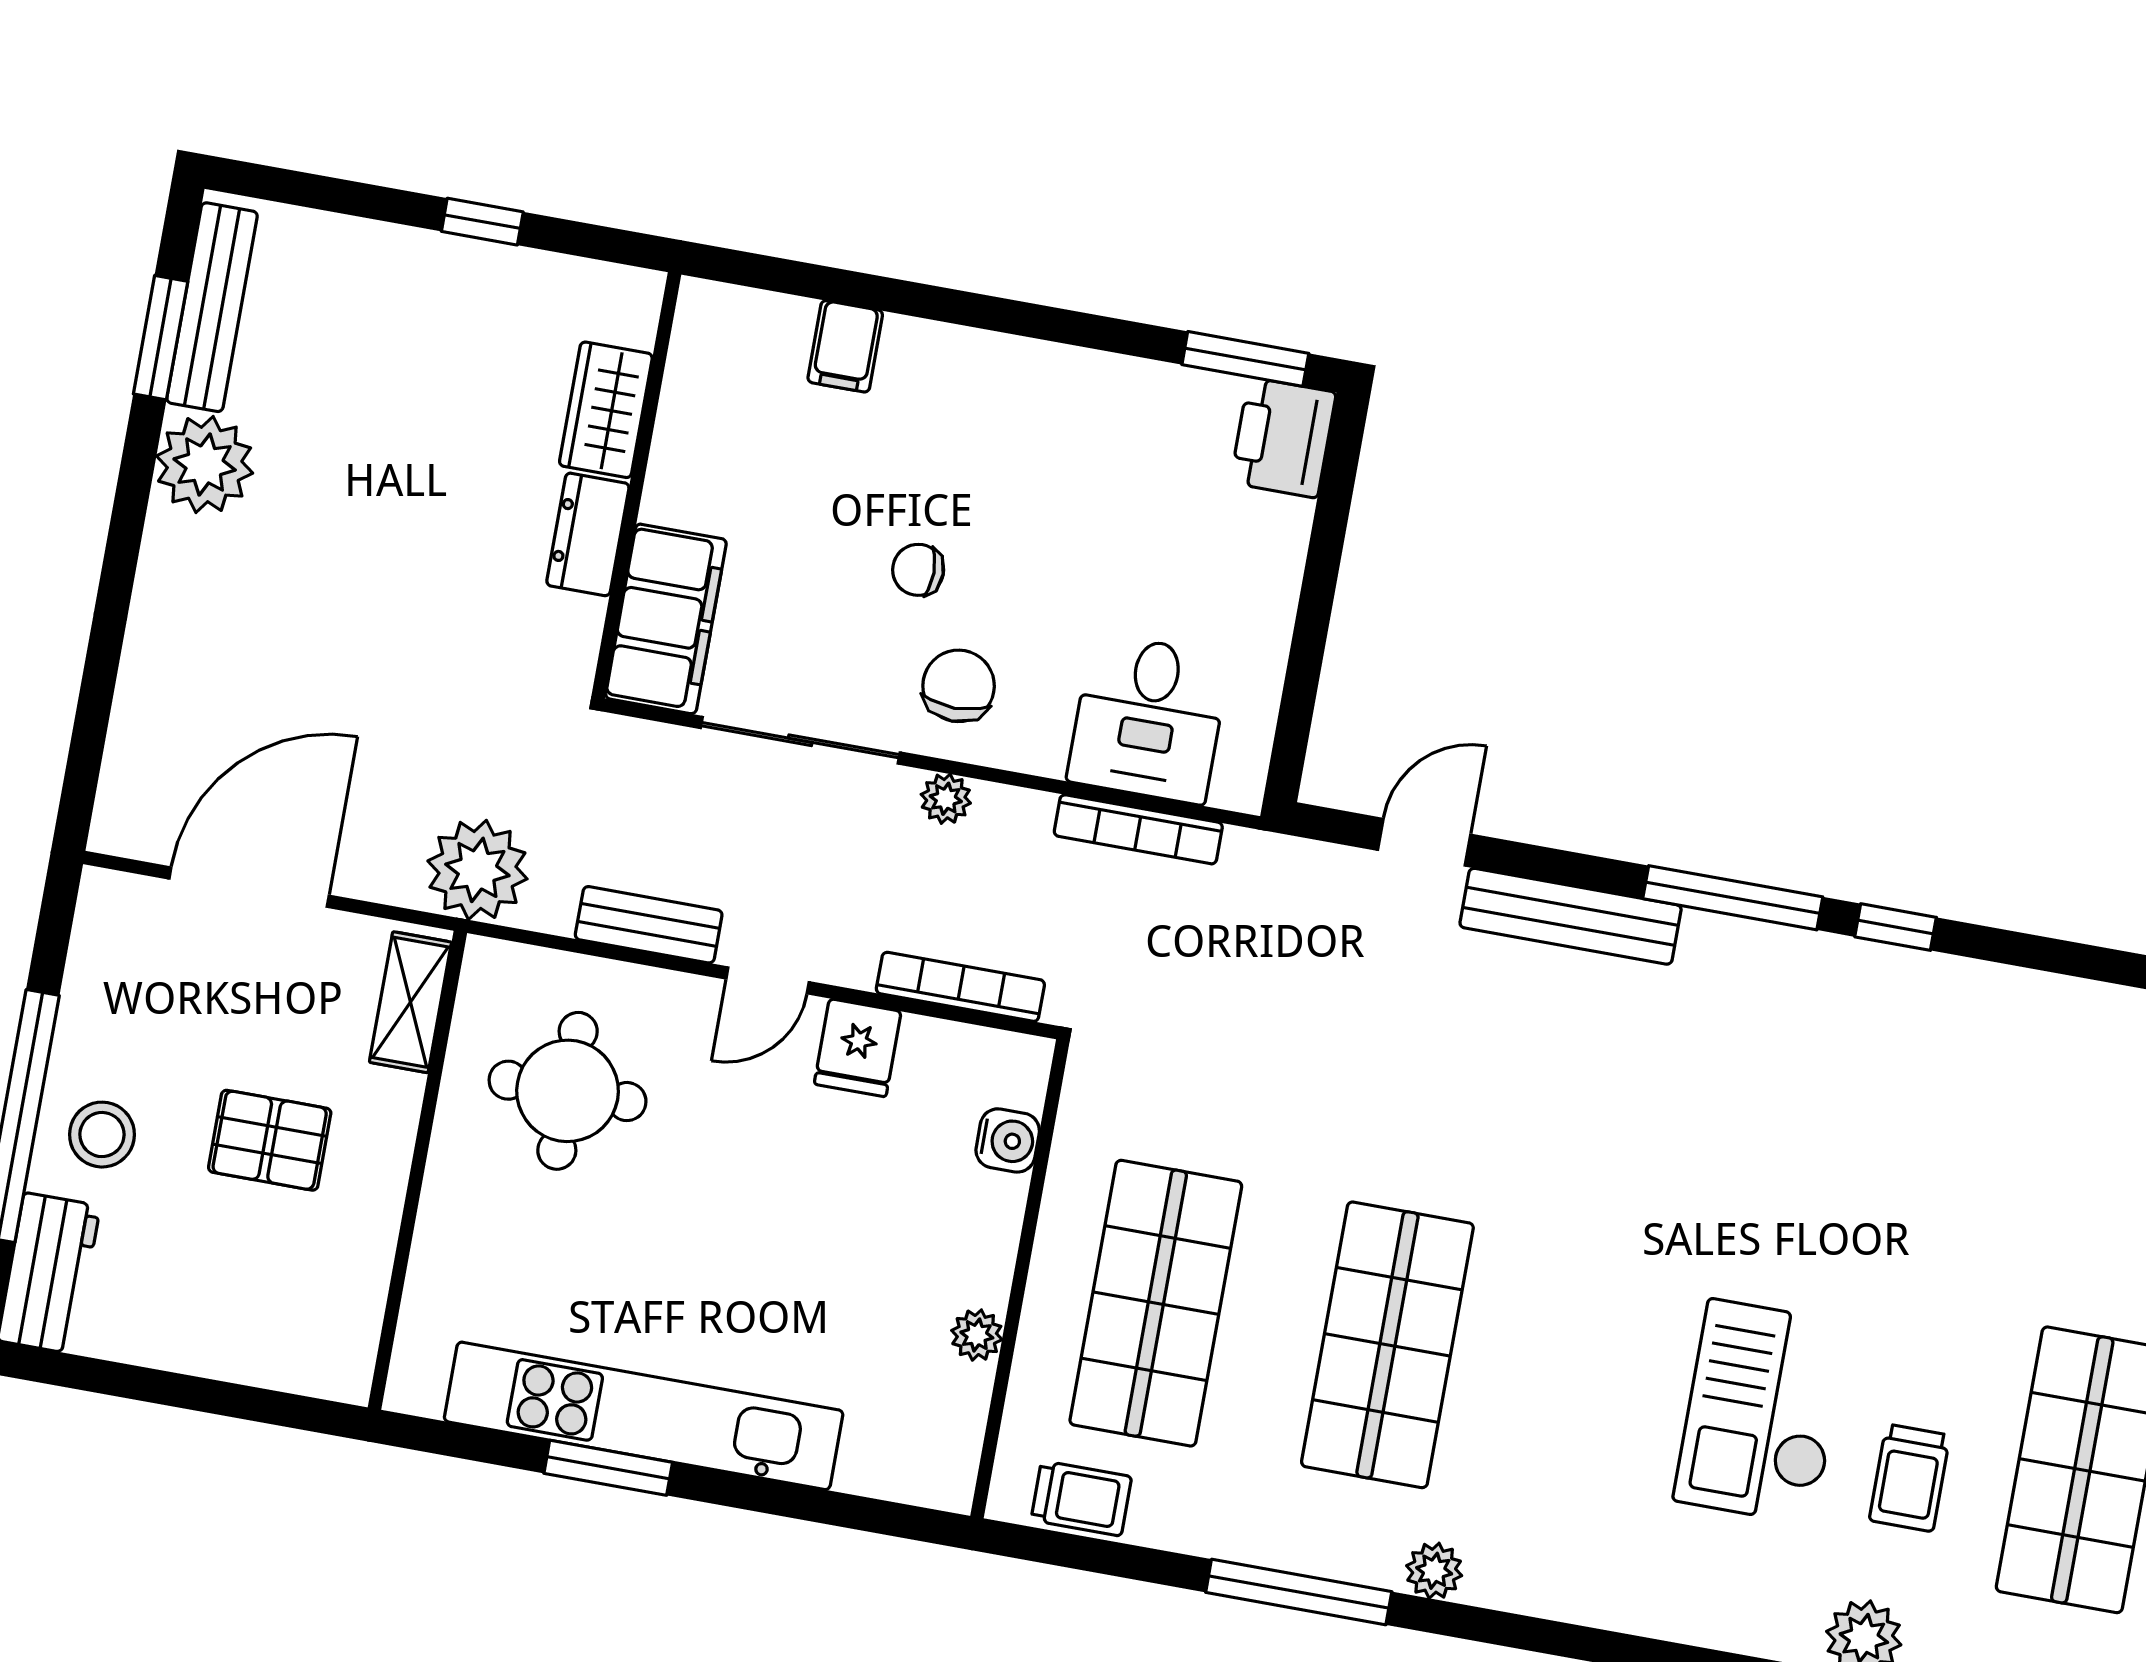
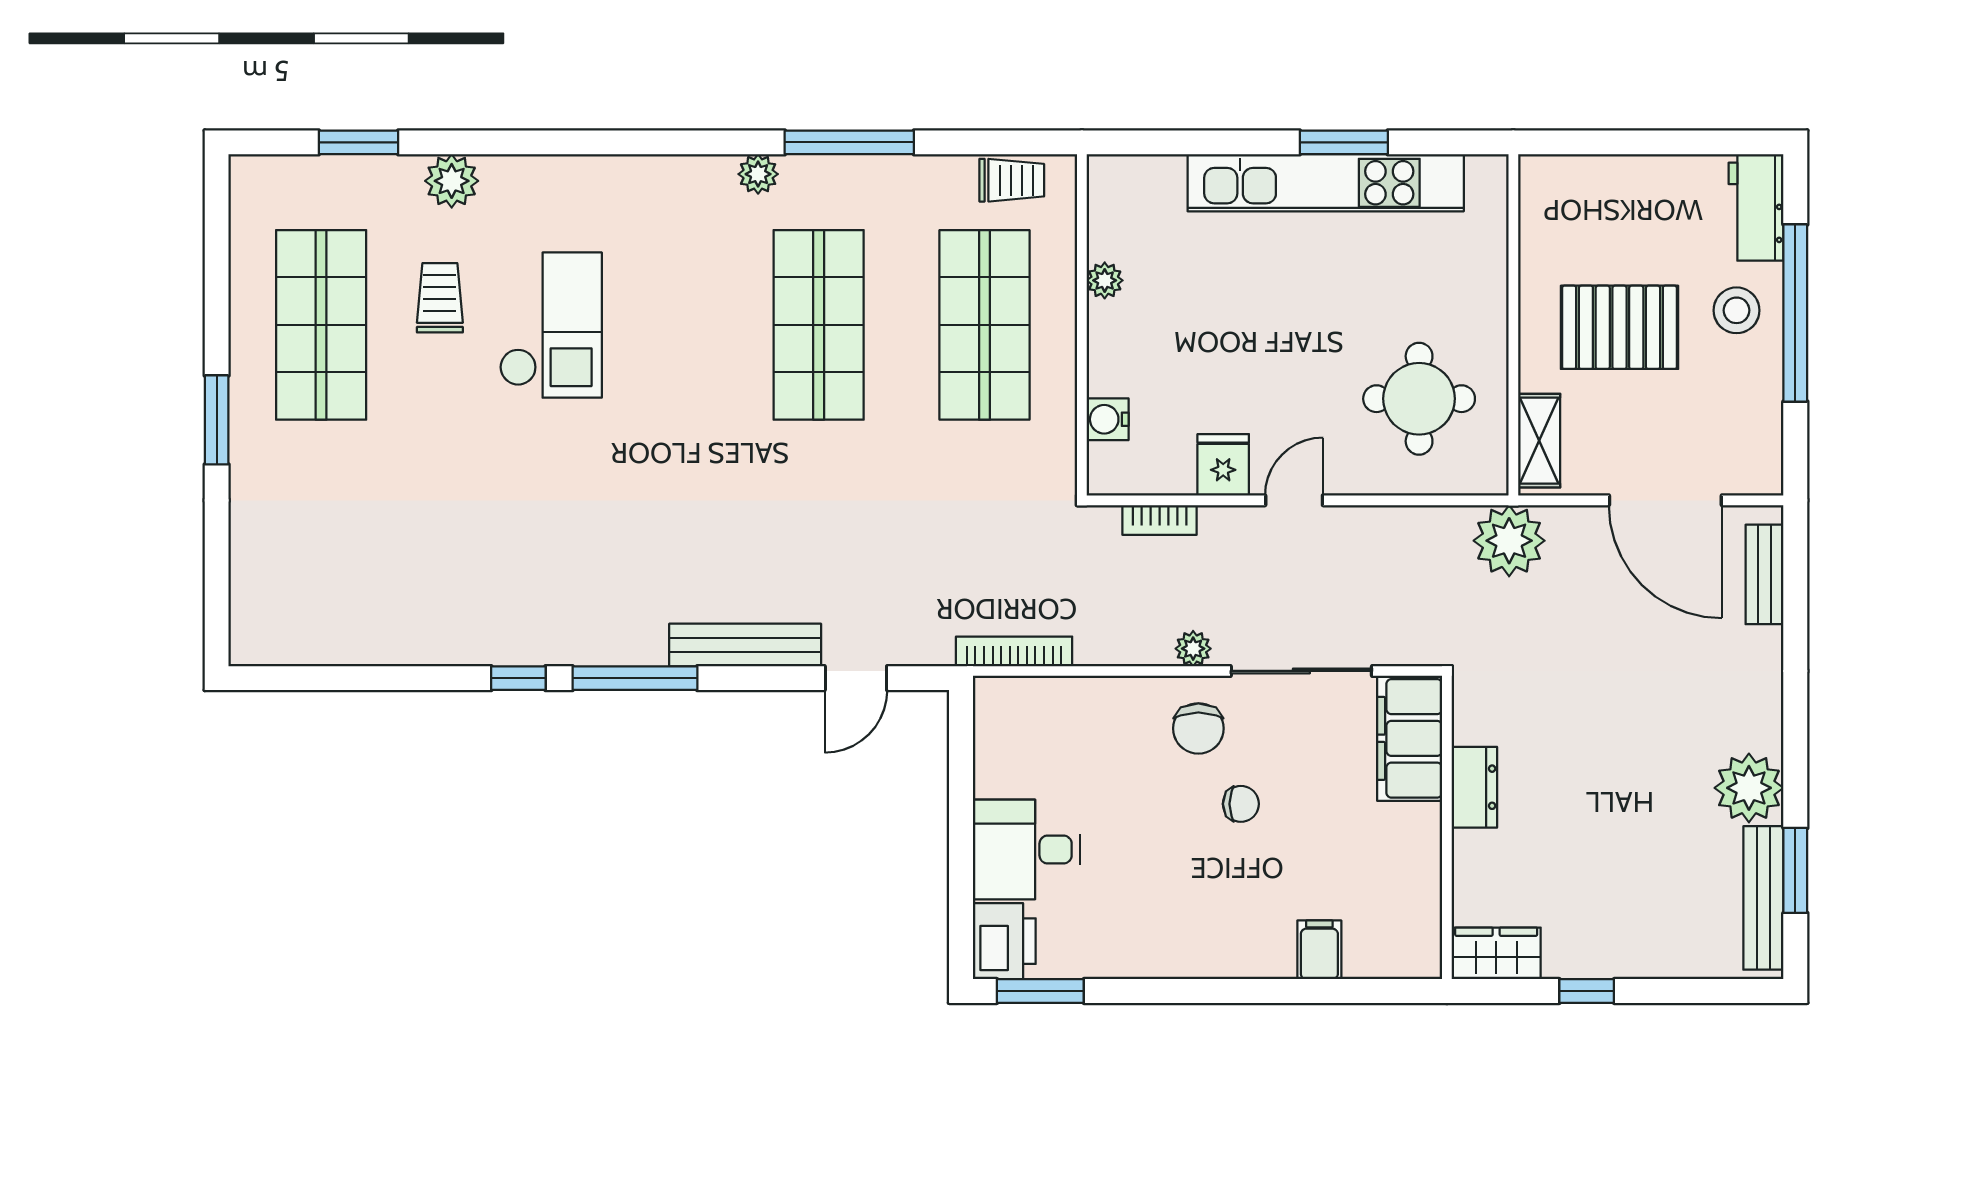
wardrobe: (606, 410) -> (1496, 953), moved, turned -90
desk: (1148, 719) -> (1027, 850), moved, turned -90
bookcase: (1138, 829) -> (1014, 651), moved
door: (249, 887) -> (1665, 500), hinge flipped
bench: (649, 925) -> (1765, 574), moved, turned 90
bookcase: (960, 987) -> (1160, 520), width x0.64
pallet: (270, 1140) -> (1619, 327), width x1.50, depth x1.42
trolley: (1081, 1498) -> (1012, 180), turned 180

